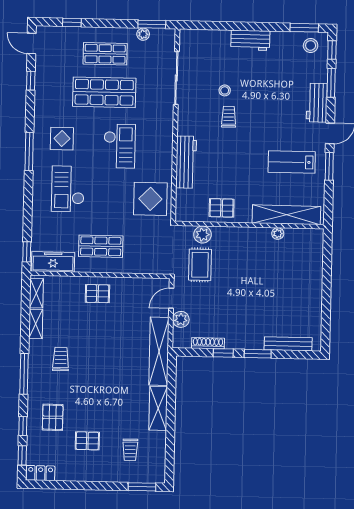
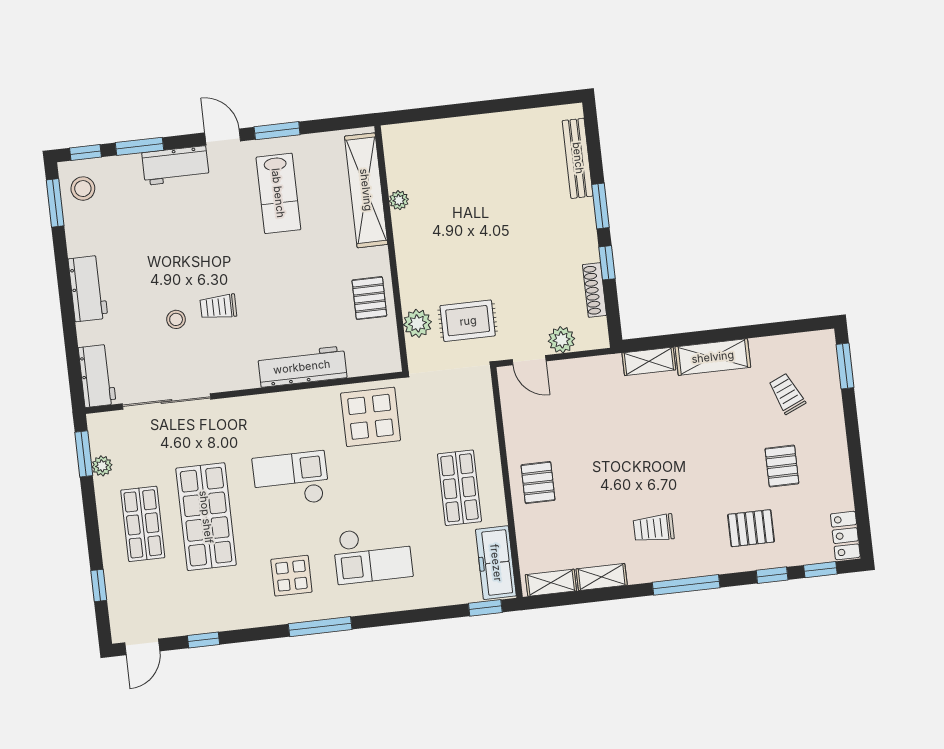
workbench: (197, 39) -> (97, 376), added
shelving: (159, 351) -> (649, 361), width x0.45, depth x0.75
trolley: (130, 450) -> (787, 394), turned -114

